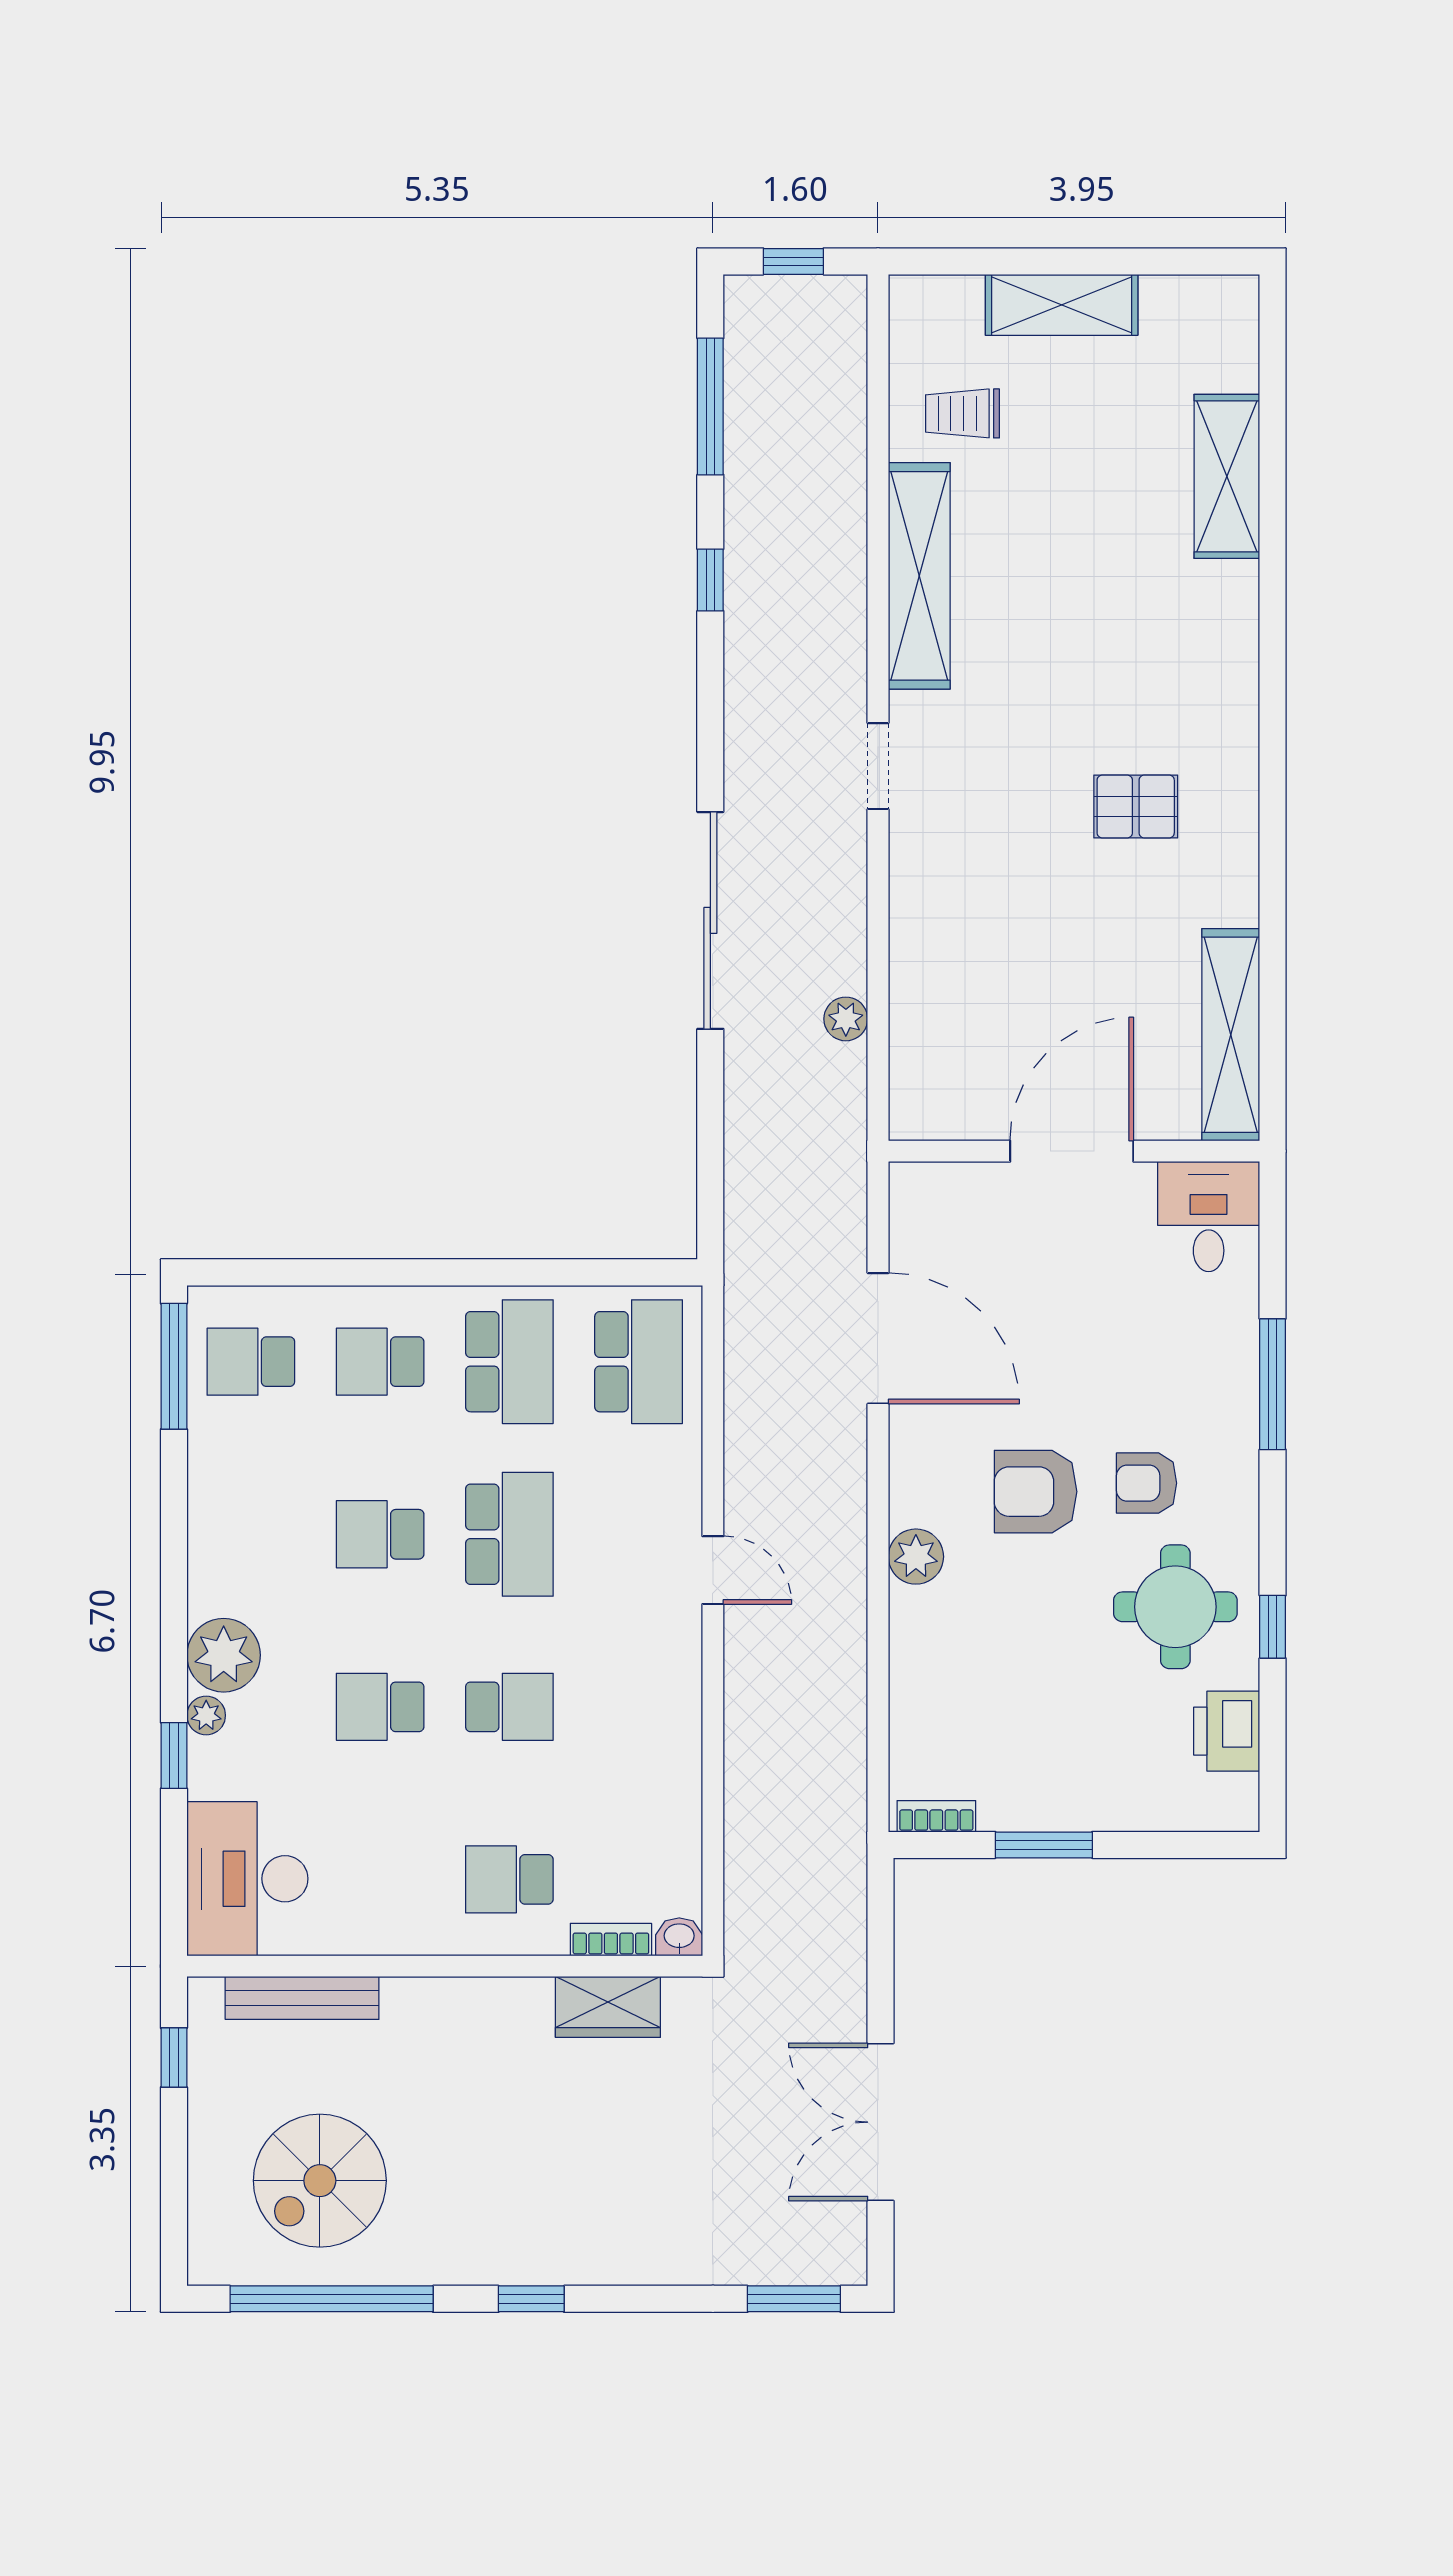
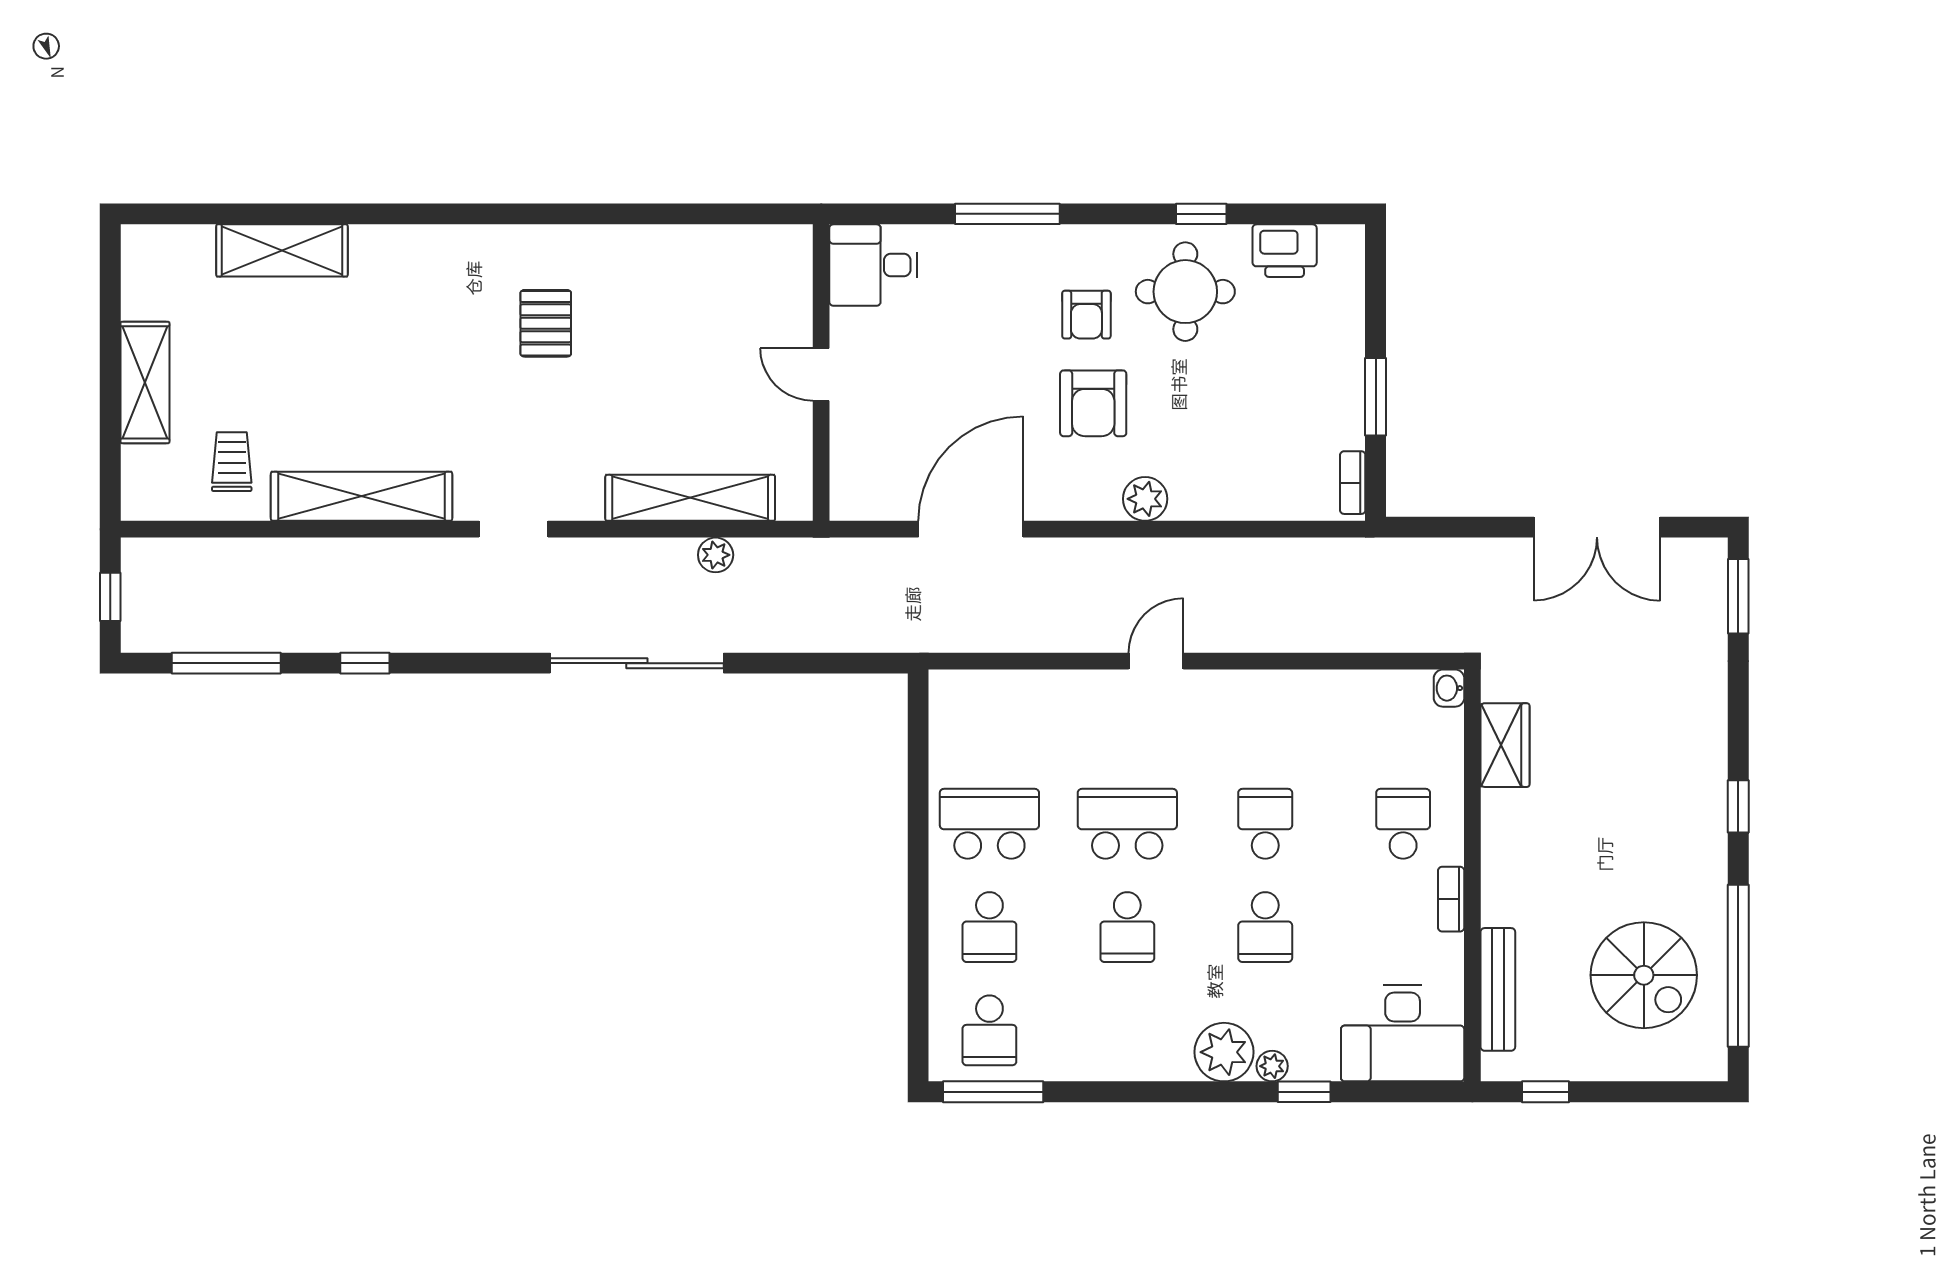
trolley: (962, 413) -> (232, 462), turned 180
shelving: (1231, 1035) -> (690, 498), moved
door: (1072, 1151) -> (821, 374), width x0.53
school desk: (639, 1362) -> (989, 721), removed
school desk: (509, 1879) -> (1403, 824), turned 180
bookcase: (611, 1940) -> (1451, 899), moved

